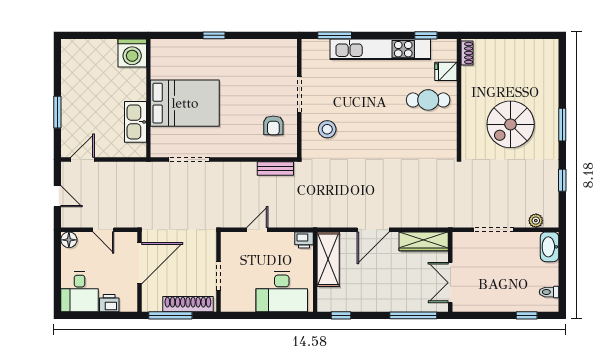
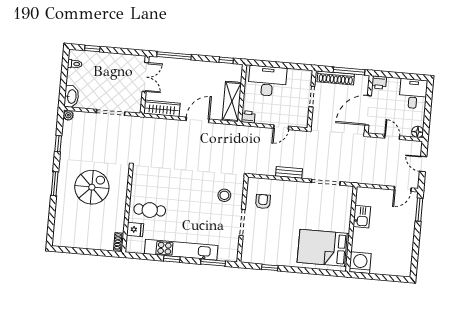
window: (214, 35) -> (270, 268), moved
window: (426, 35) -> (172, 259), moved
bed: (185, 103) -> (323, 248), moved
window: (57, 112) -> (419, 210), moved
kitchen sink: (135, 122) -> (362, 217), width x0.73
bench: (275, 169) -> (289, 172), moved
plant: (536, 221) -> (68, 115), moved
printer: (109, 303) -> (379, 82), moved

